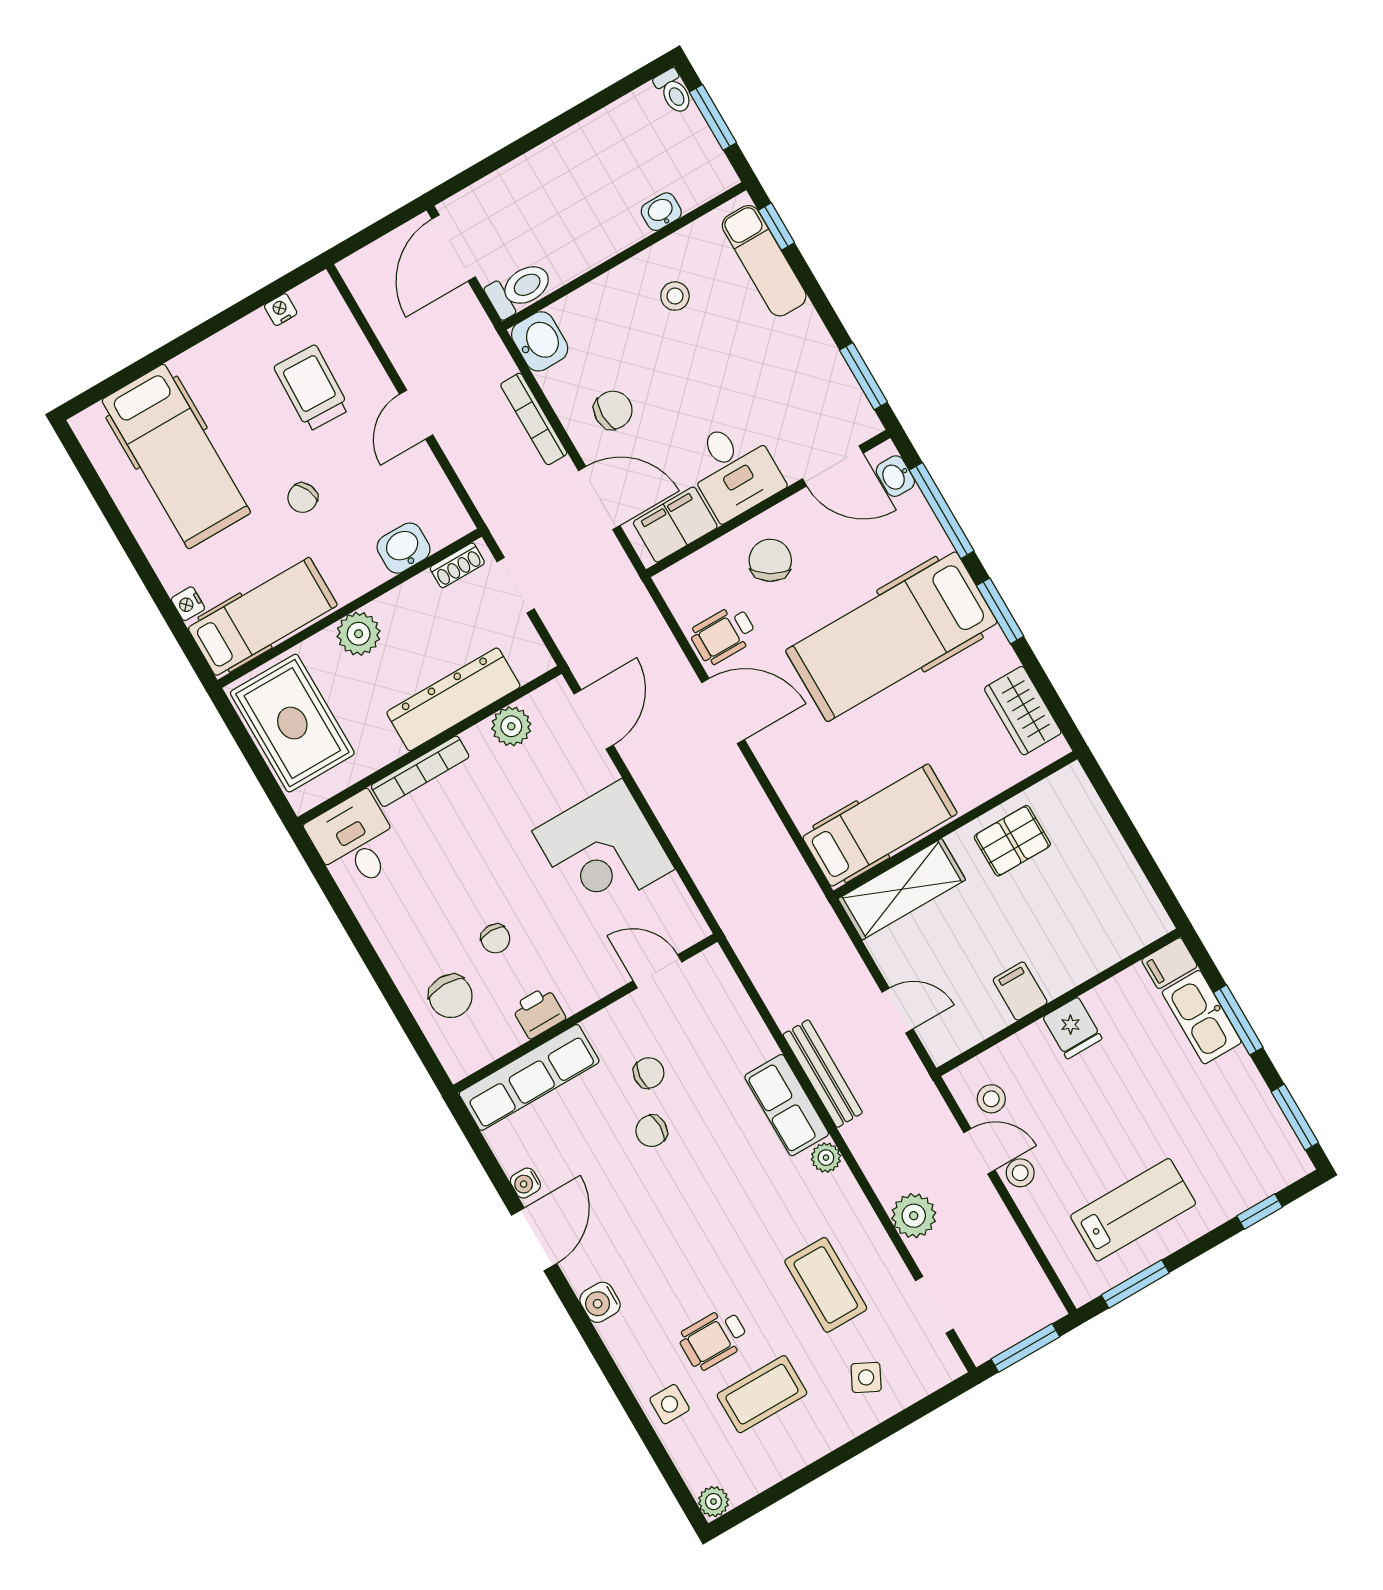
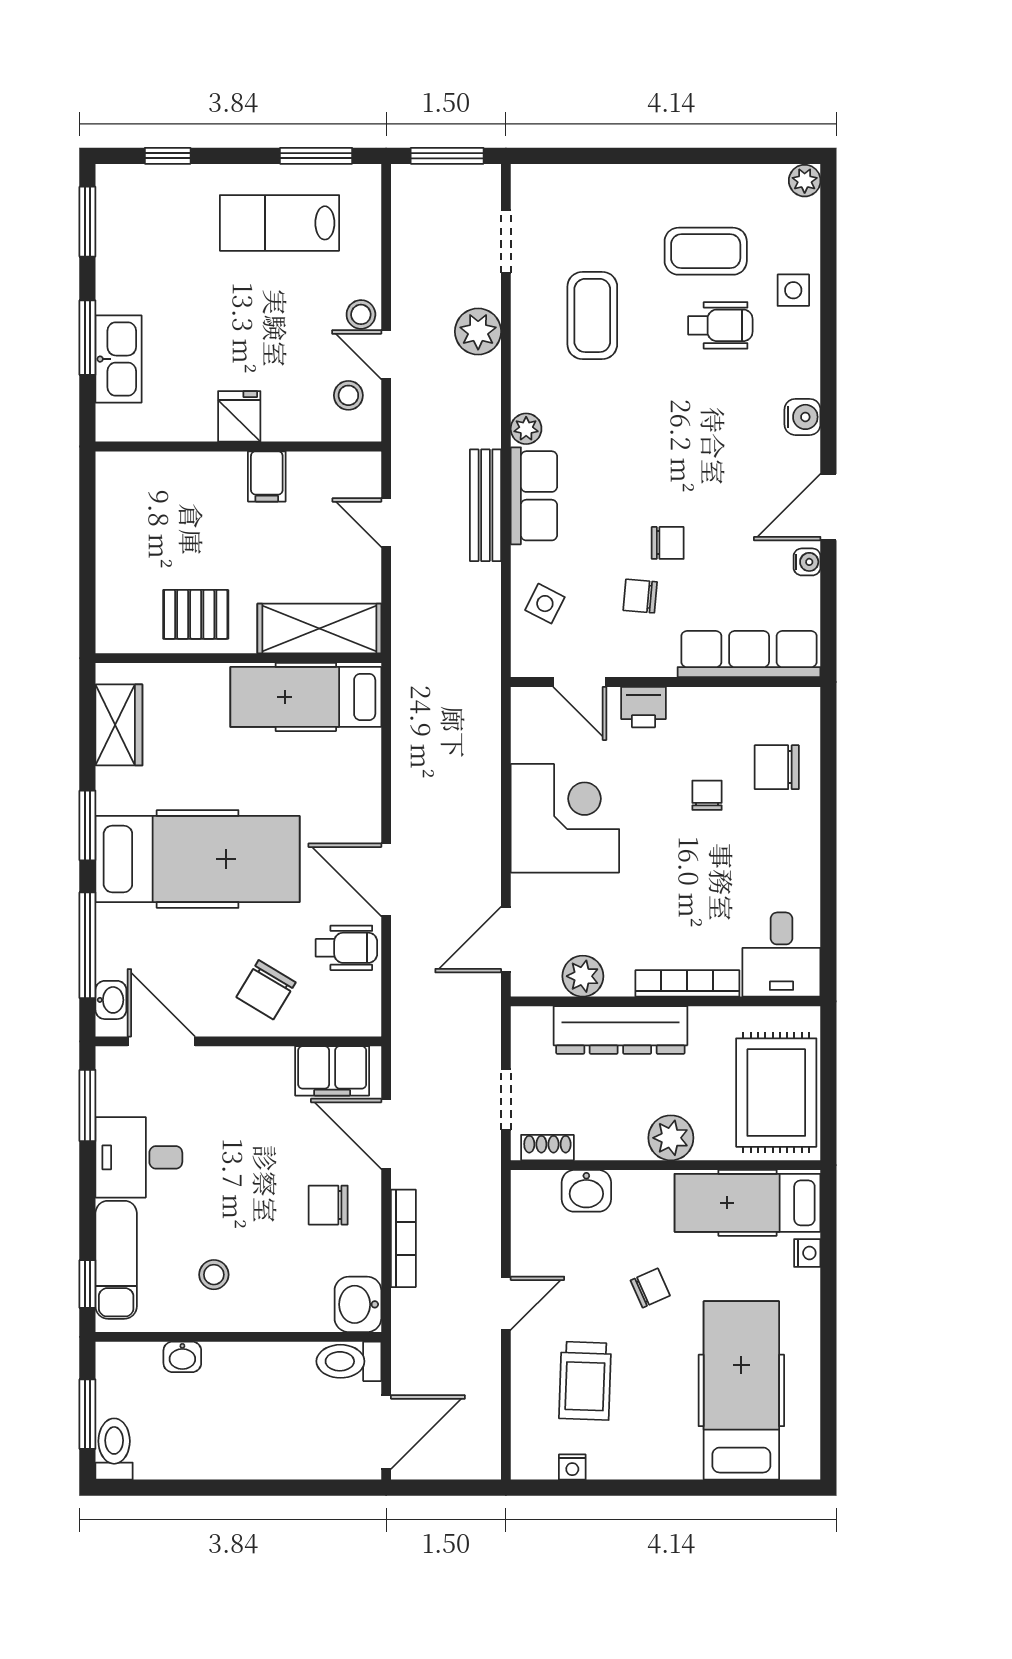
toilet: (674, 91) -> (114, 1449), width x1.37, depth x1.39
desk: (734, 470) -> (139, 1157), moved, turned -90
filing cabinet: (1169, 963) -> (119, 424), removed
chair: (451, 996) -> (777, 767), turned -90
printer: (539, 1012) -> (643, 707), moved
side table: (866, 1377) -> (545, 604), moved

